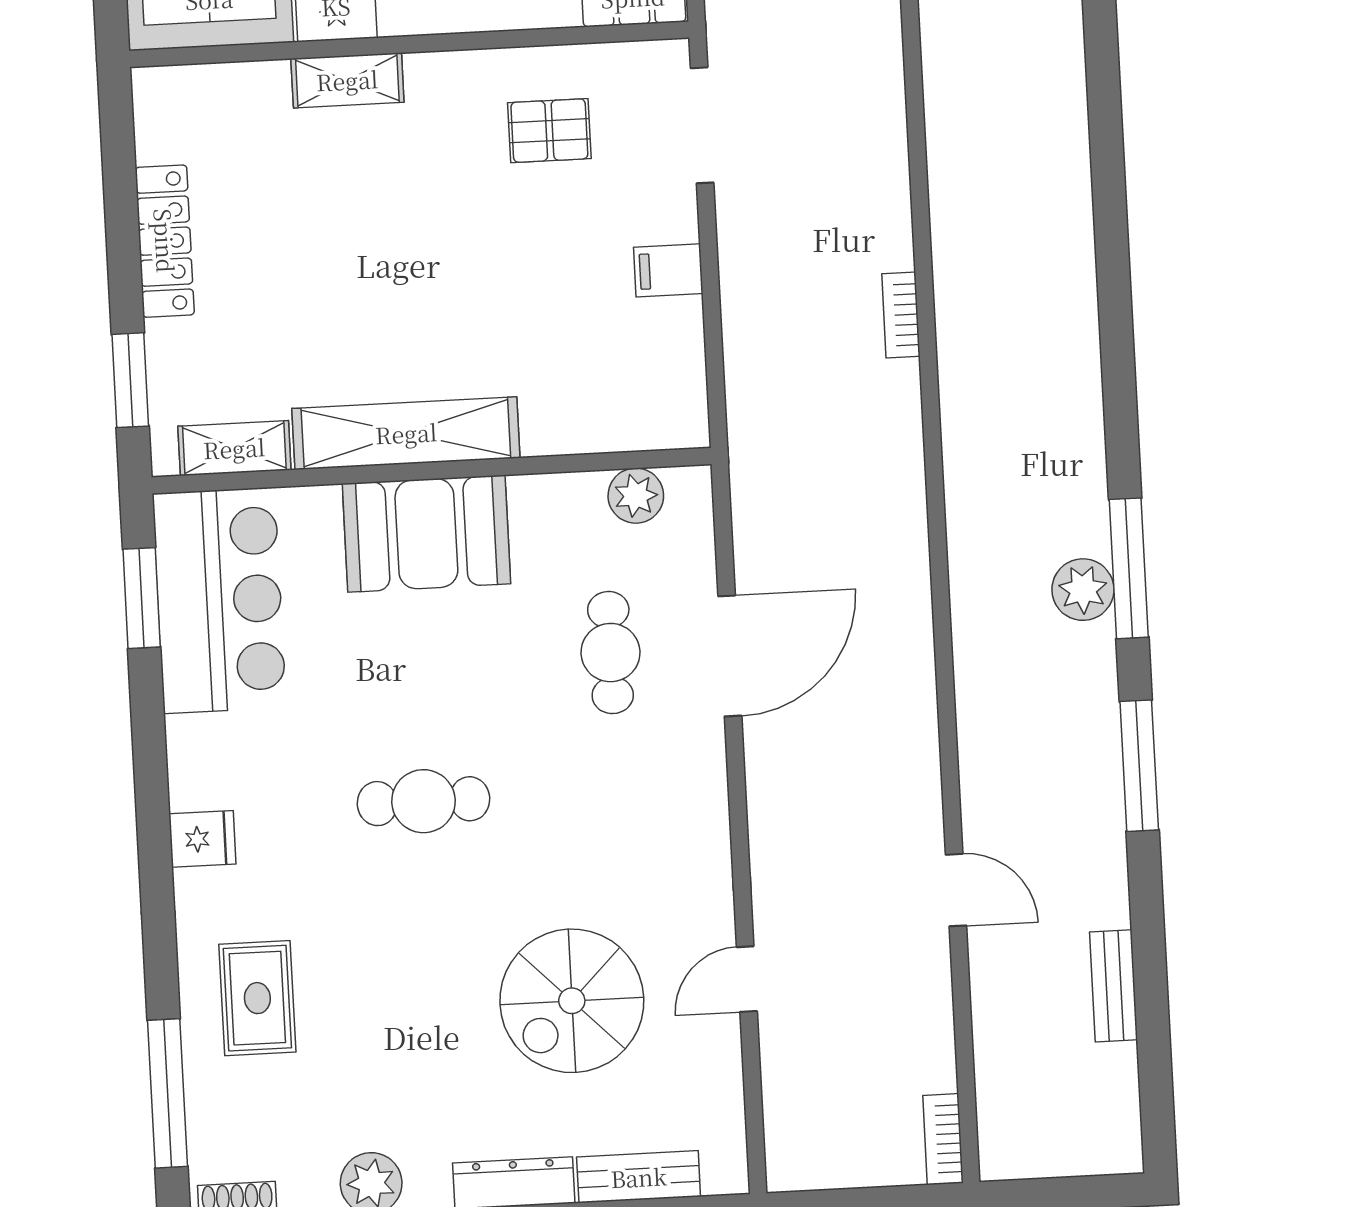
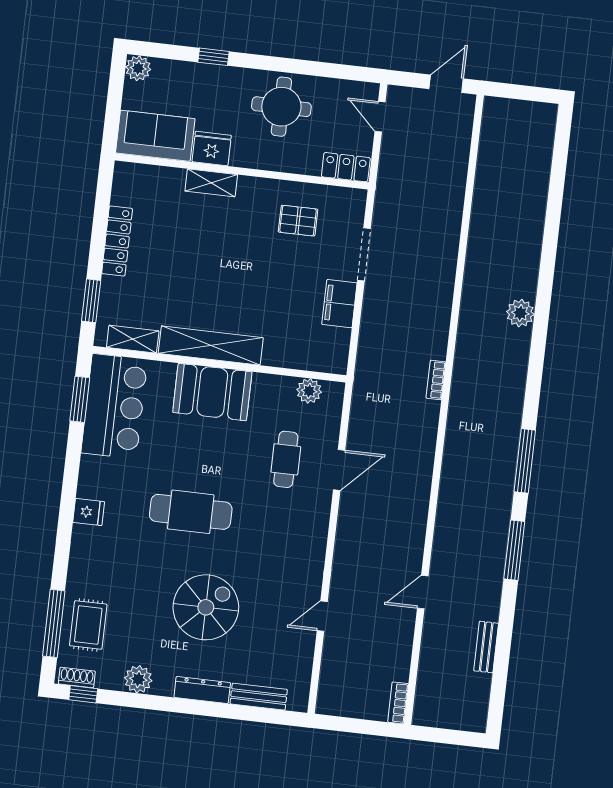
doorway: (702, 125) -> (364, 254), moved
filing cabinet: (668, 270) -> (339, 304), width x2.00
bookcase: (901, 315) -> (436, 380), moved
plant: (1083, 590) -> (520, 313), moved
door: (730, 656) -> (339, 470), width x0.73
cafe table: (423, 801) -> (191, 512), width x1.37, depth x1.35
door: (956, 890) -> (423, 592), swing flipped
rug: (257, 998) -> (88, 625), moved
spiral stairs: (572, 1001) -> (206, 607), moved, turned 180

